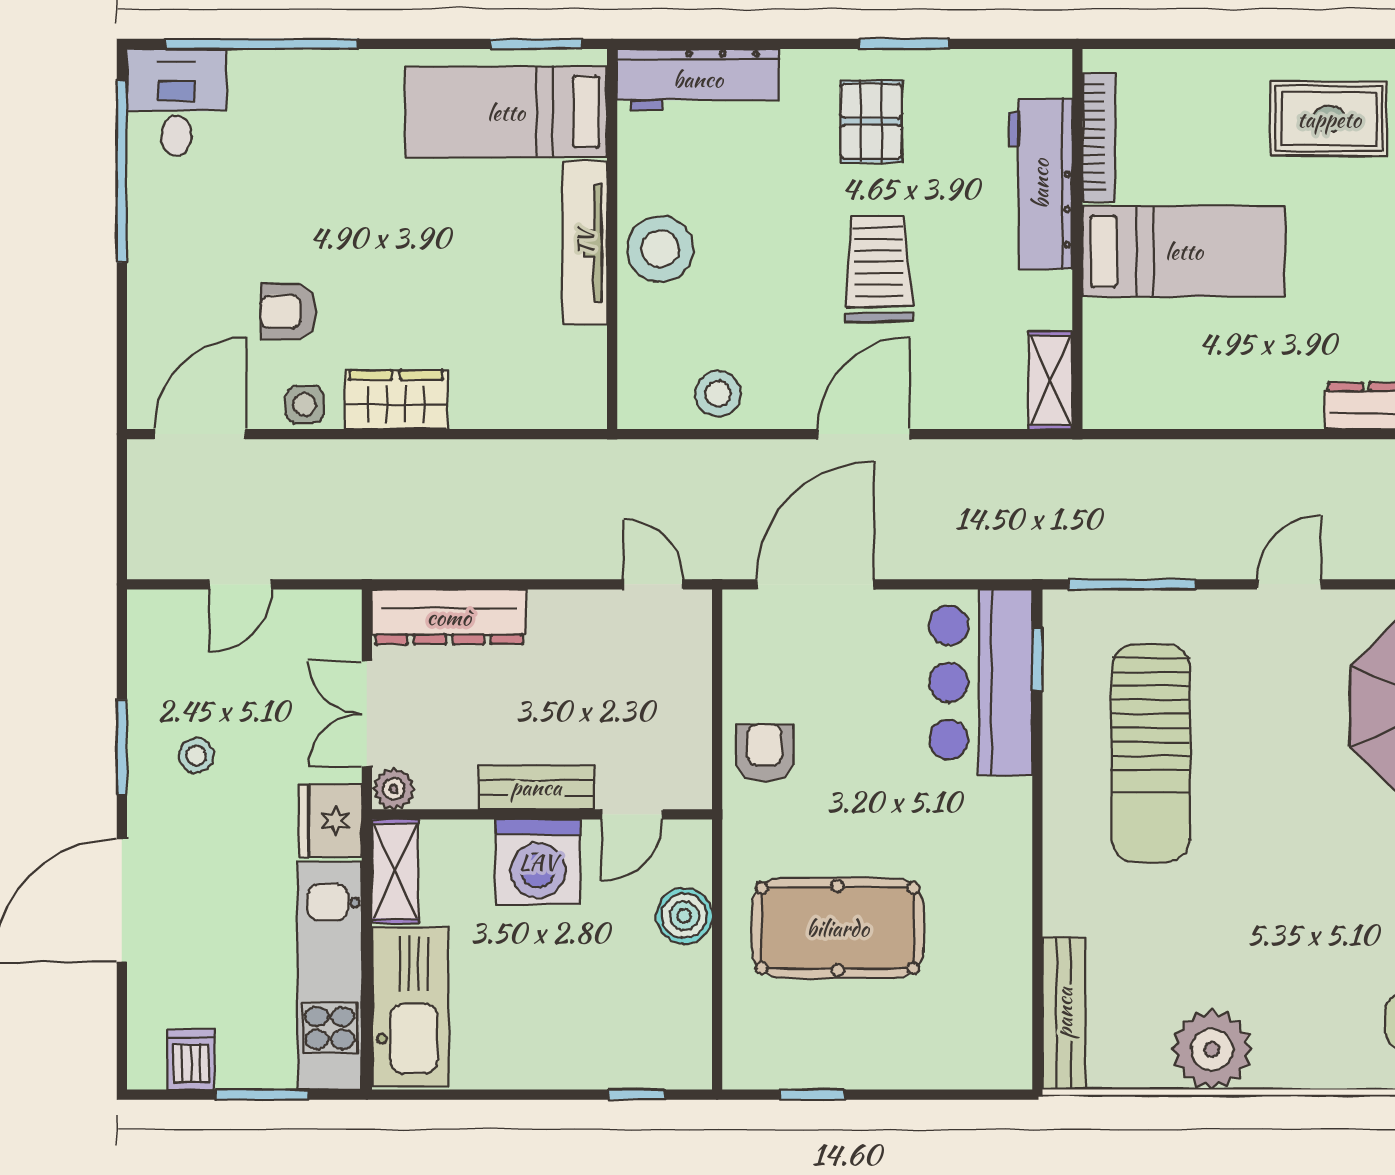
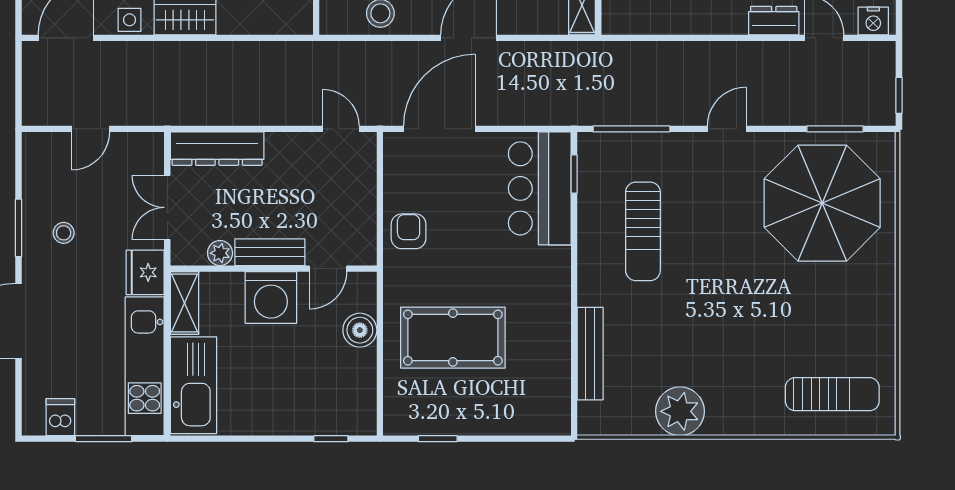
sun lounger: (1151, 753) -> (643, 231), width x0.73, depth x0.75
plant: (394, 789) -> (220, 253), moved
bench: (1064, 1013) -> (590, 354), moved

